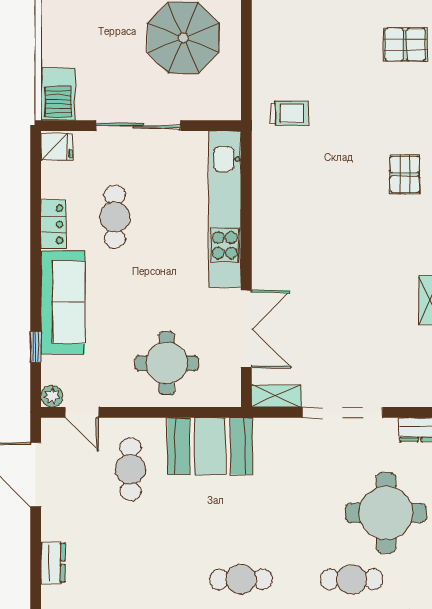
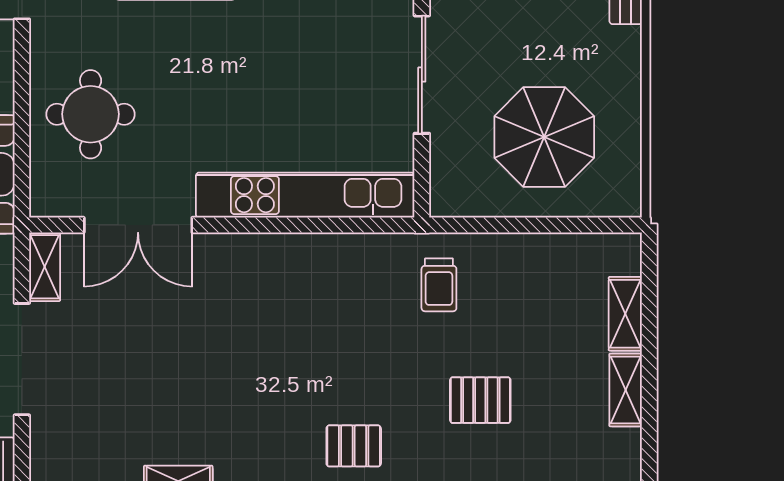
pallet: (405, 45) -> (480, 400), moved, turned 90
cafe table: (115, 217) -> (294, 42), removed

